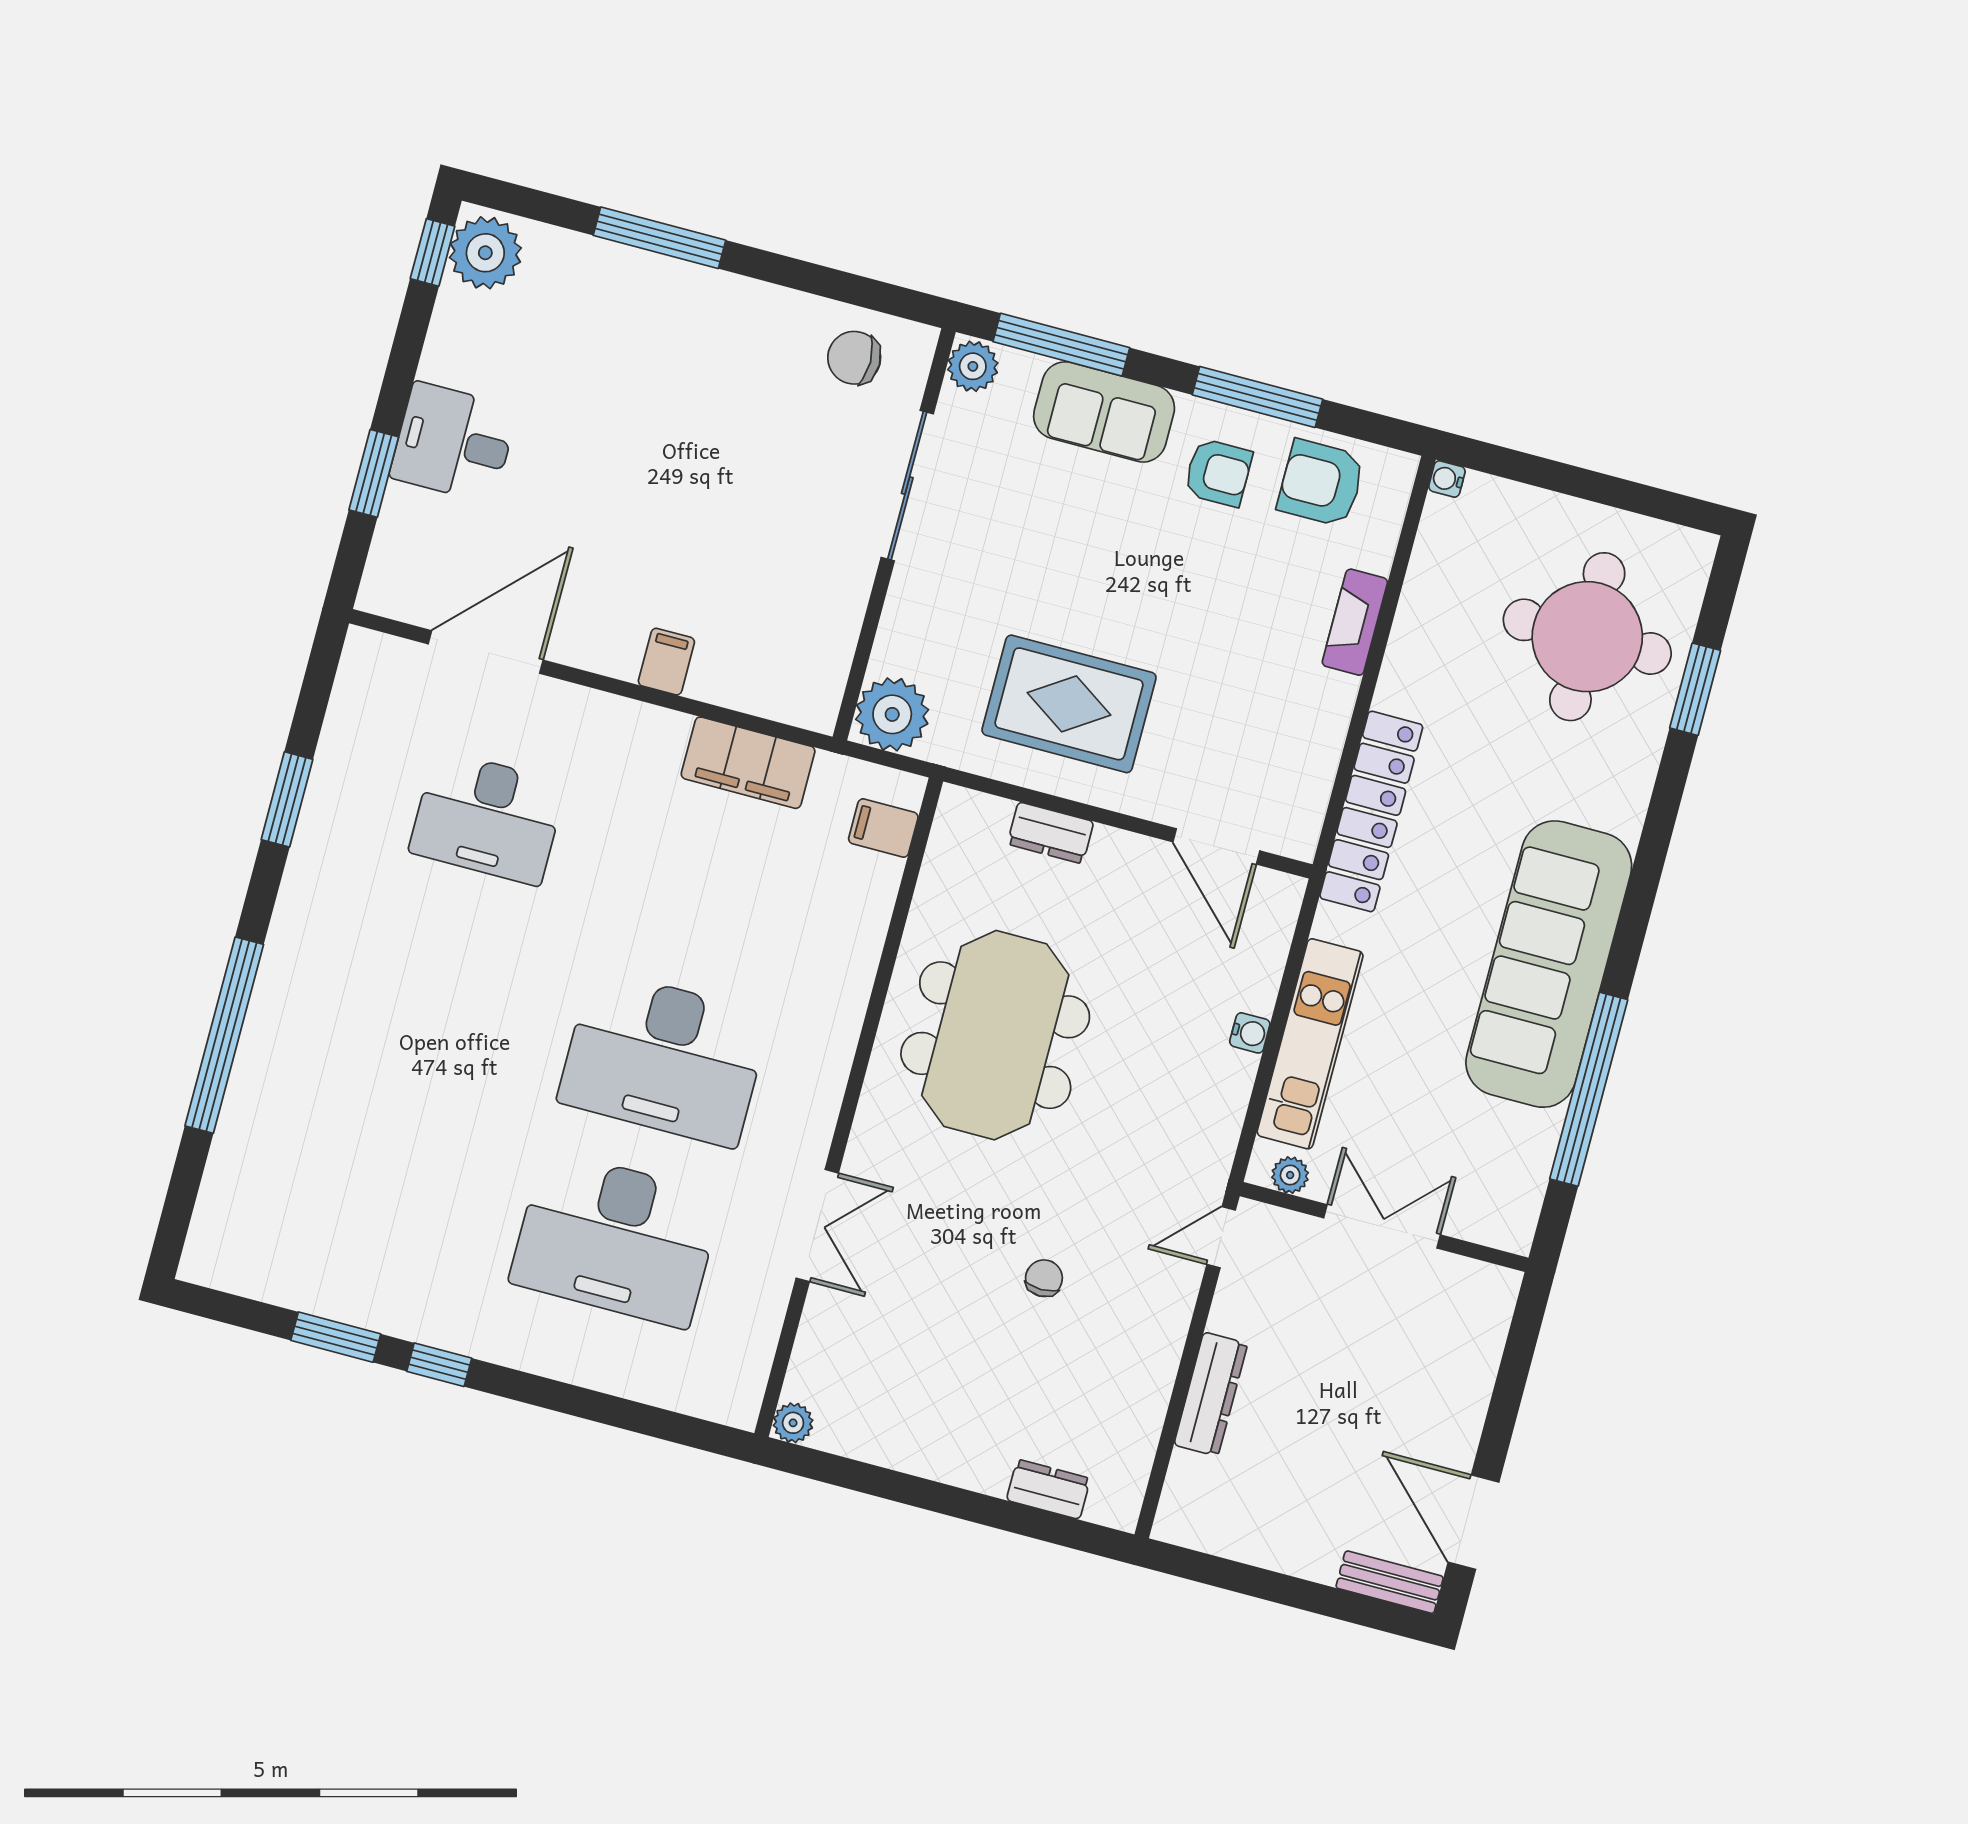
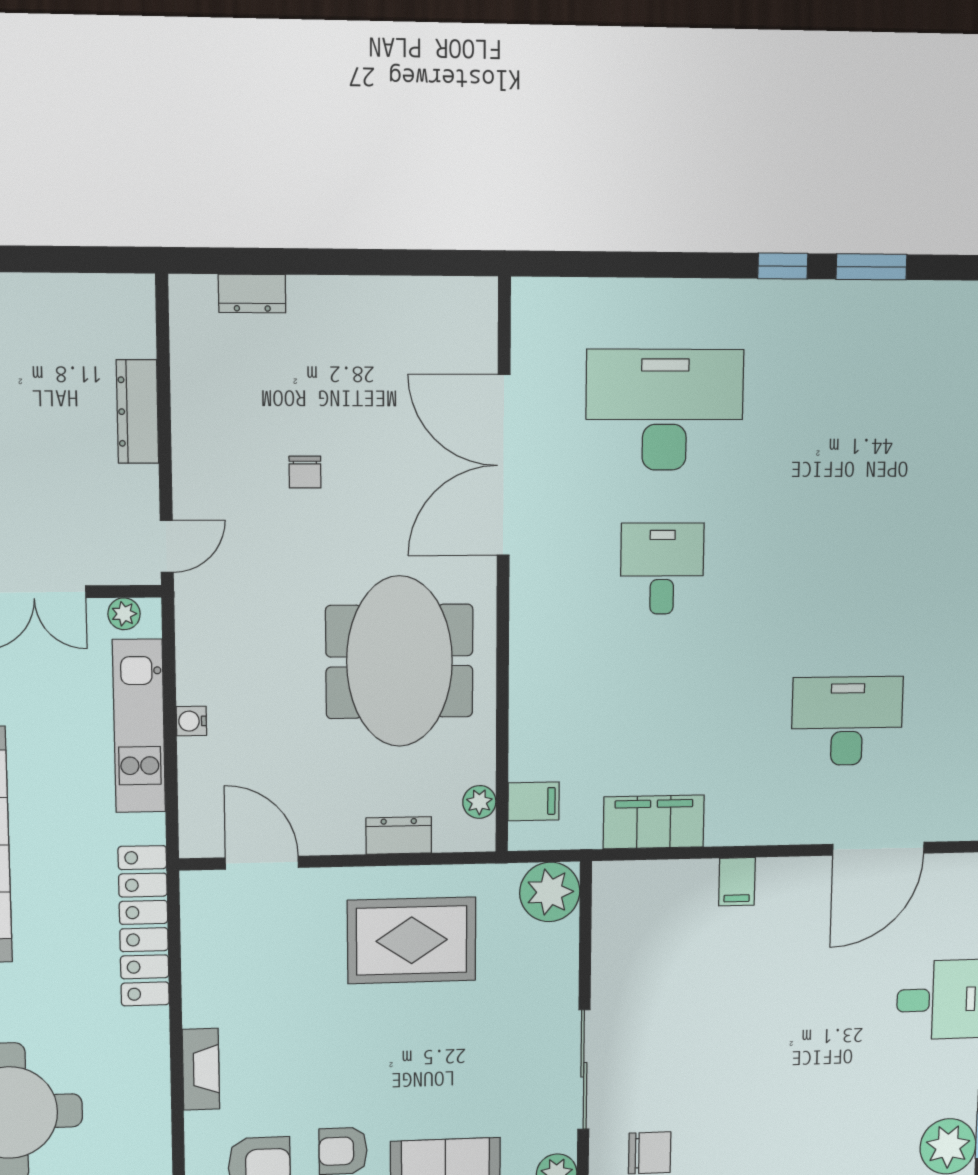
desk: (664, 1058) -> (662, 569), width x0.53, depth x0.77
double door: (817, 1226) -> (504, 465), width x1.87
plant: (793, 1423) -> (479, 802), moved

